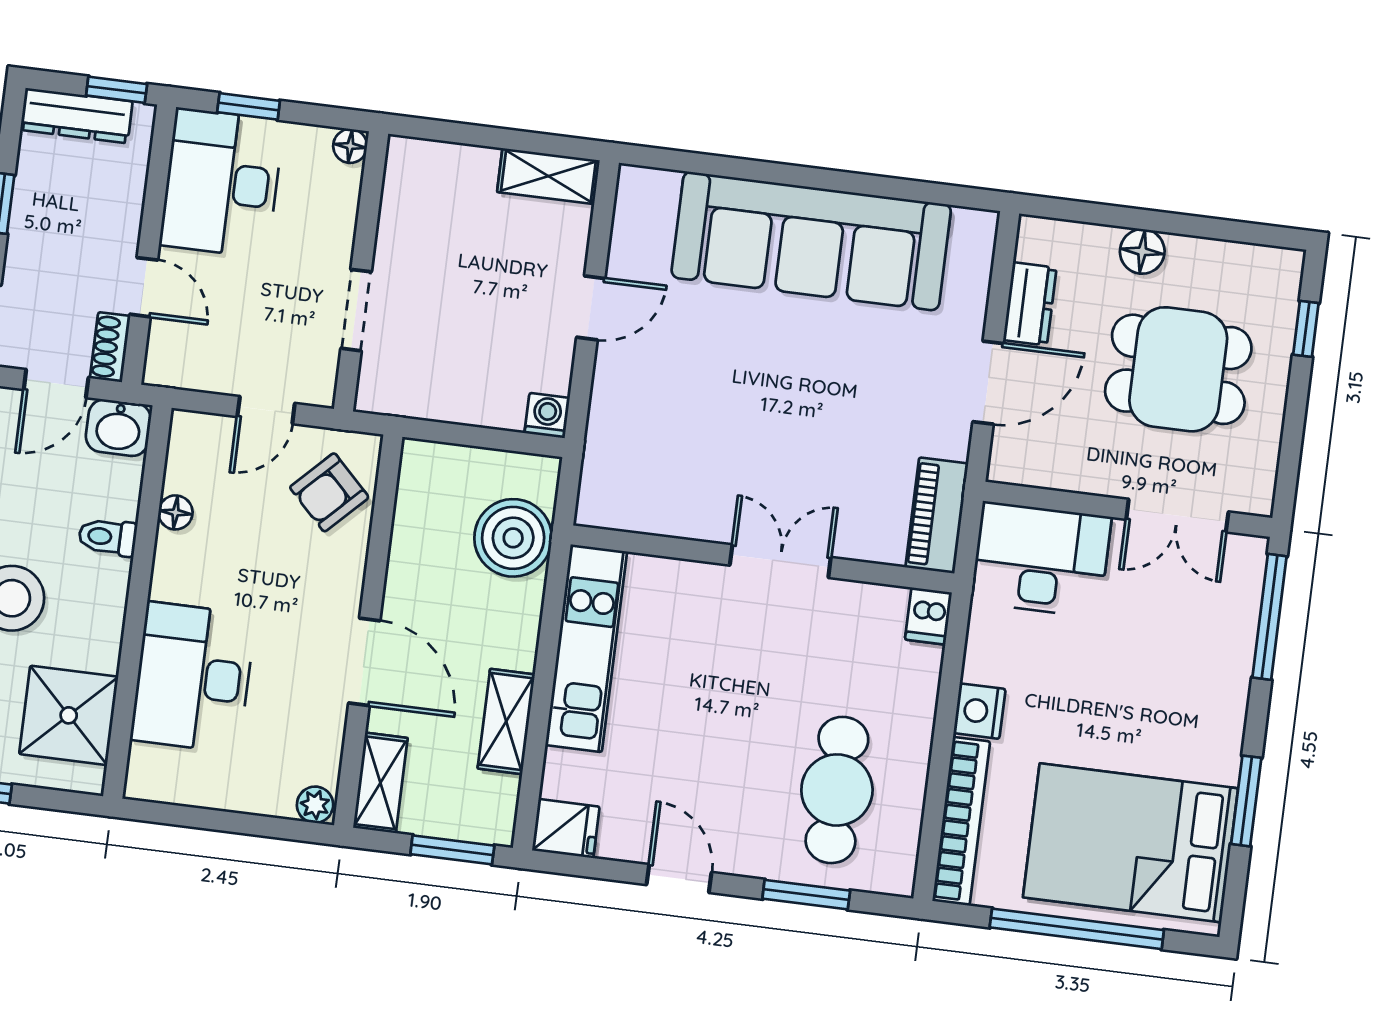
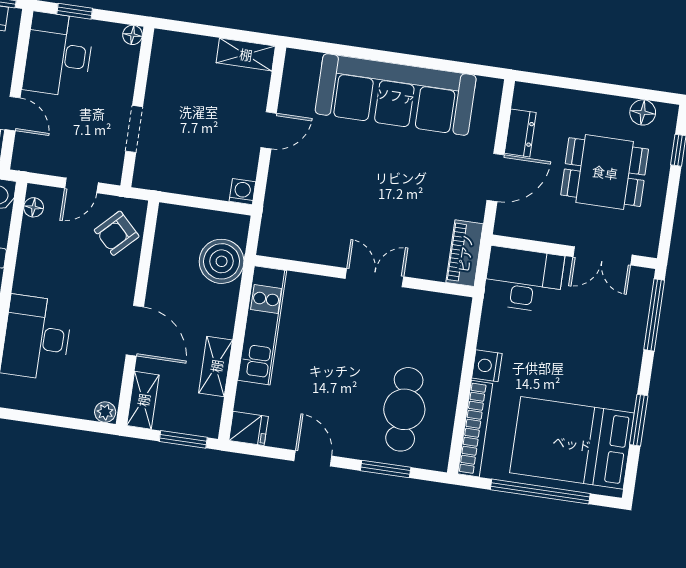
floor lamp: (1142, 251) -> (643, 112), moved
floor lamp: (175, 512) -> (34, 207), moved
dishwasher: (928, 616) -> (459, 311), removed

